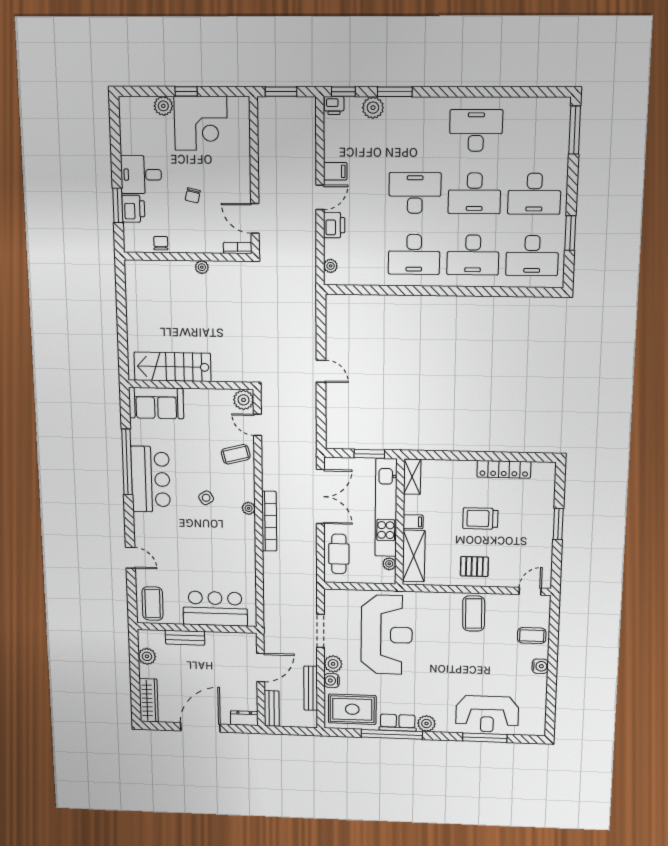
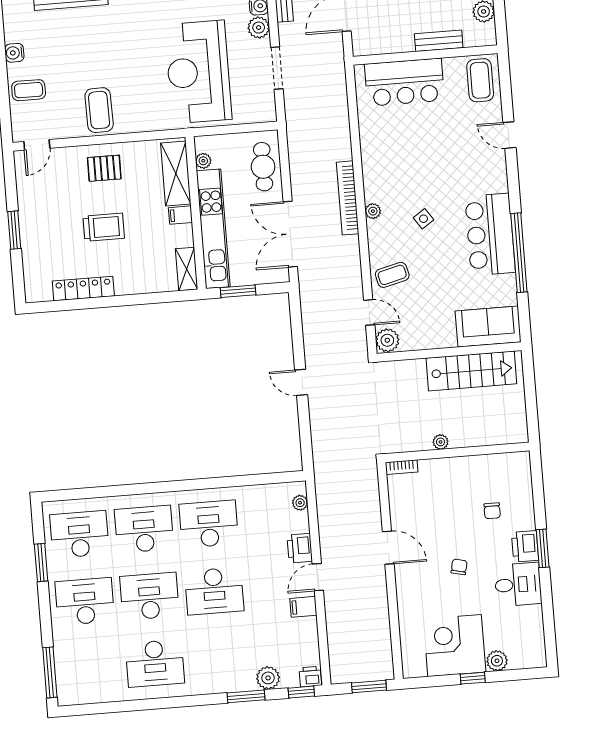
bookcase: (238, 248) -> (402, 467), moved
wall: (188, 257) -> (457, 452), moved
plant: (202, 267) -> (441, 442), moved

